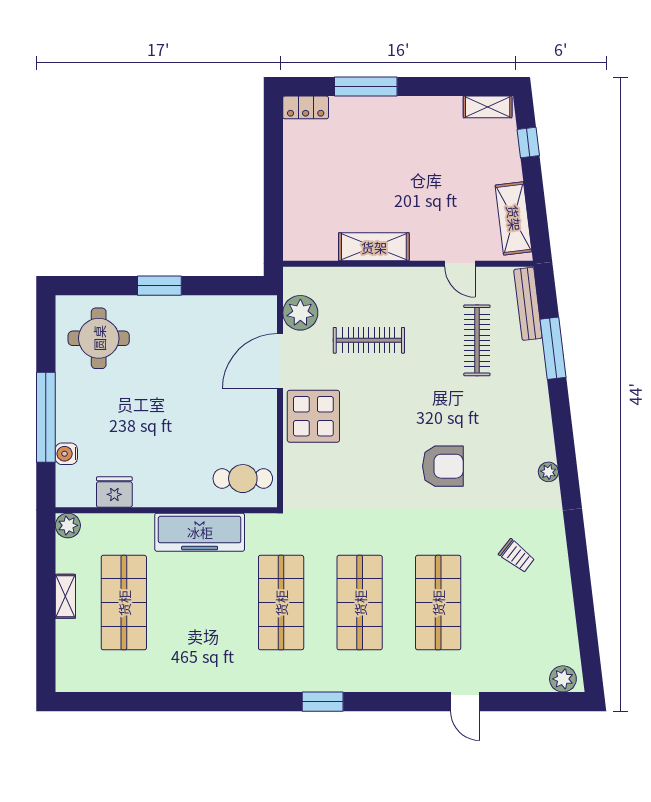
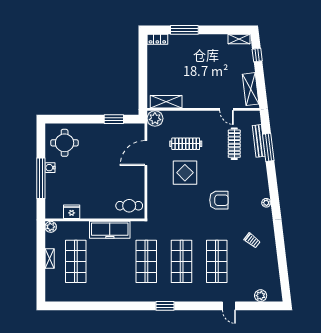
shelving: (374, 247) -> (166, 102), moved
window: (159, 286) -> (114, 119), moved
bench: (528, 304) -> (259, 141), moved
plant: (300, 313) -> (155, 118), moved
display table: (313, 416) -> (185, 173), moved
water cooler: (66, 454) -> (50, 168), moved
plant: (563, 679) -> (261, 296), moved

